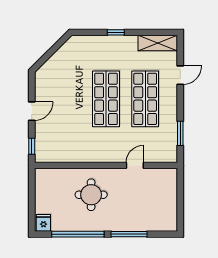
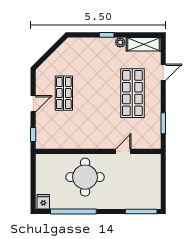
plant: (131, 41) -> (120, 42), added
shop shelf: (106, 99) -> (64, 93), moved, width x0.70, depth x0.74
round table: (91, 195) -> (85, 177), width x1.36, depth x1.36
window: (129, 234) -> (141, 212), moved

